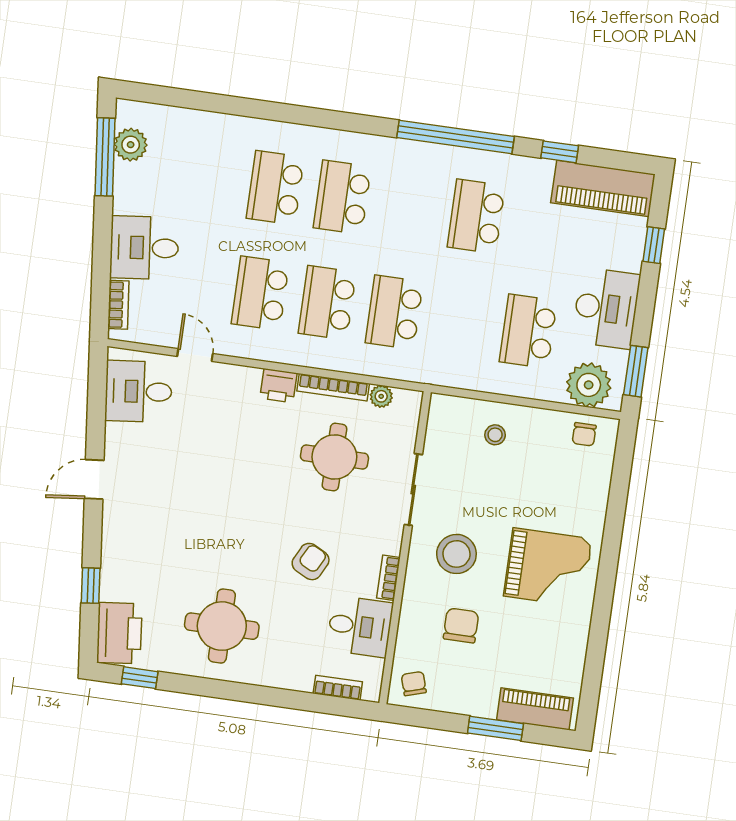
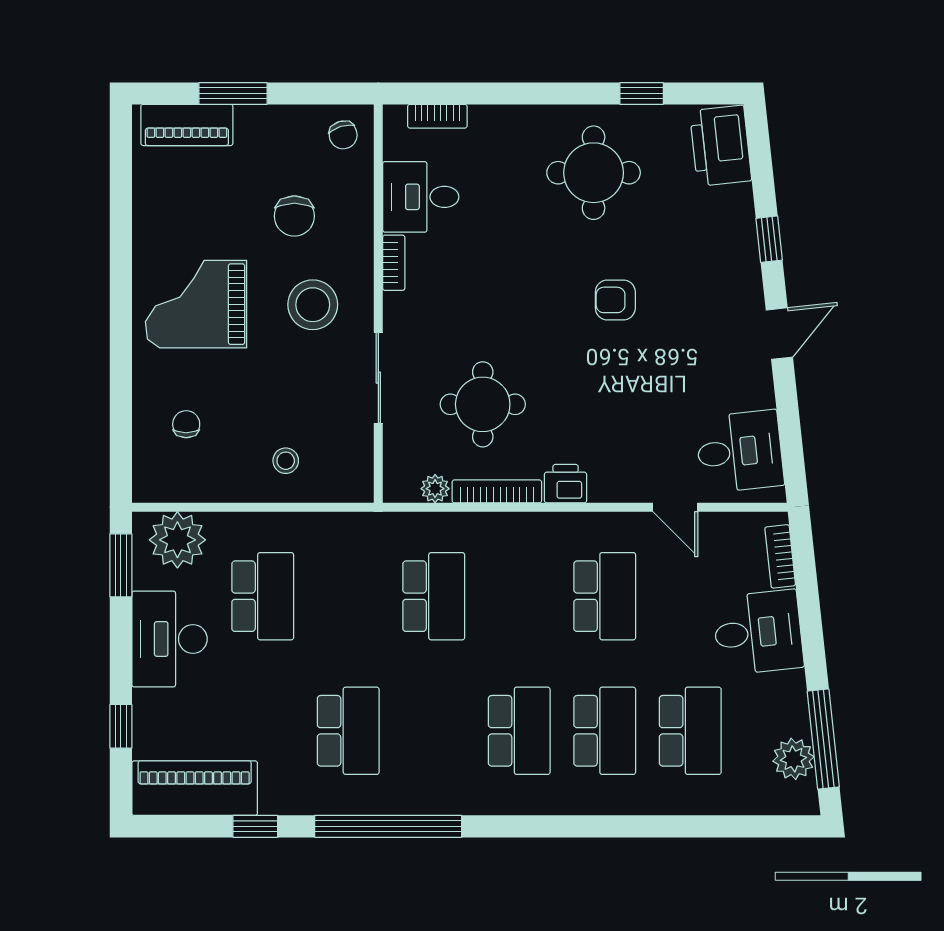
school desk: (327, 303) -> (690, 731), moved
chair: (584, 434) -> (186, 424), moved
armchair: (311, 562) -> (615, 300), moved, turned 63
window: (91, 586) -> (769, 239), moved
window: (140, 678) -> (642, 93), moved

